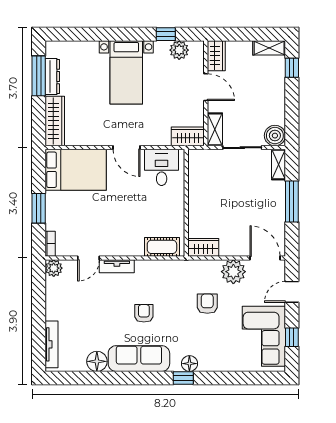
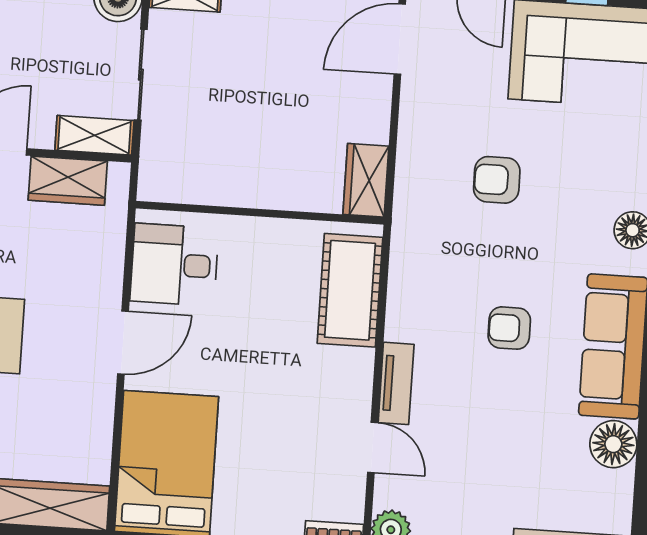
wardrobe: (188, 136) -> (68, 181), moved, turned -90
cot: (162, 247) -> (350, 290), width x1.37, depth x1.34
plant: (233, 272) -> (427, 114), removed

